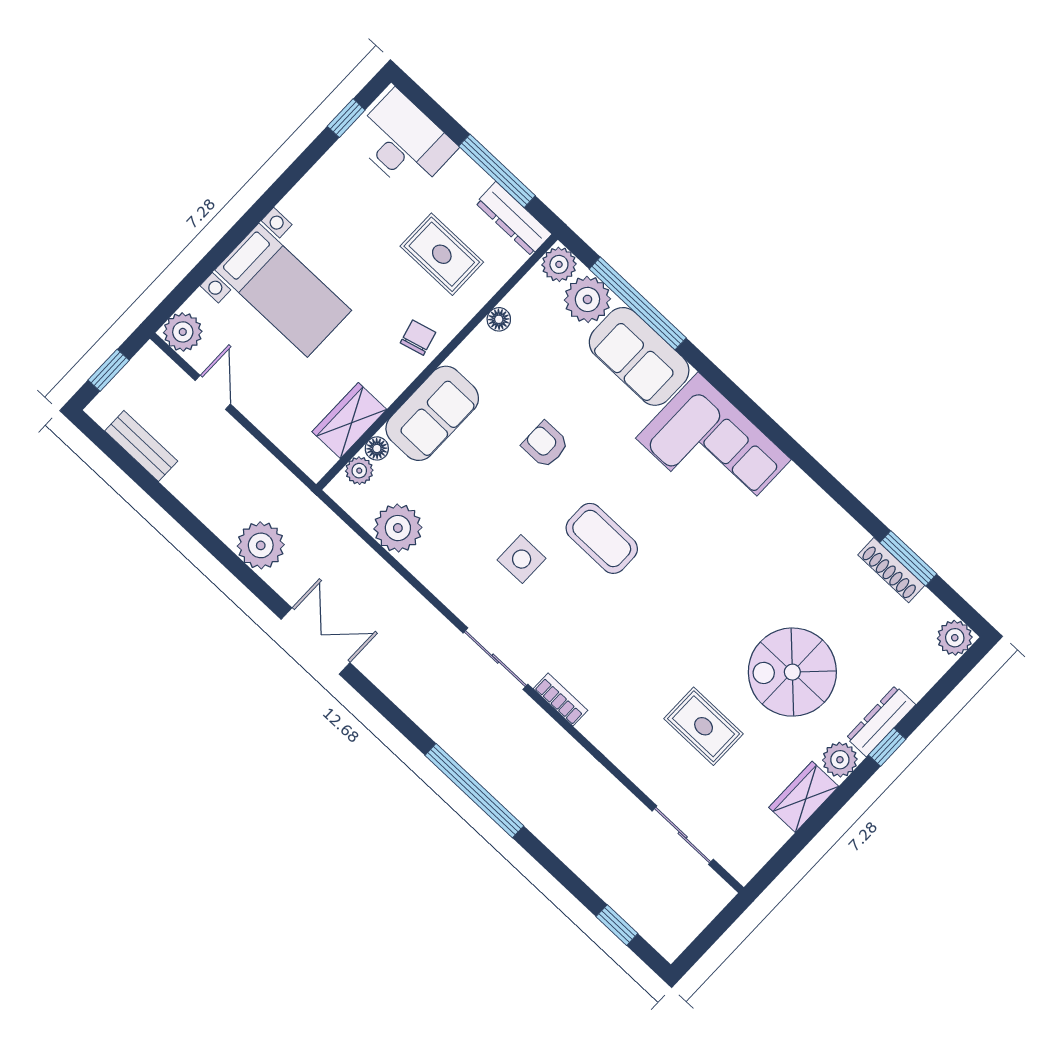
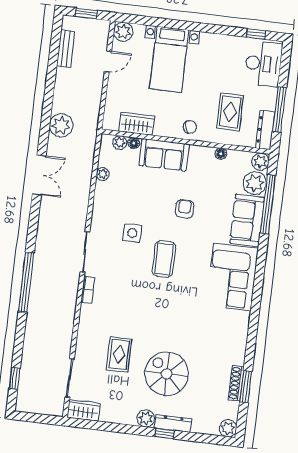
plant: (398, 528) -> (103, 174), width x0.53, depth x0.53
wardrobe: (804, 797) -> (83, 410), moved

